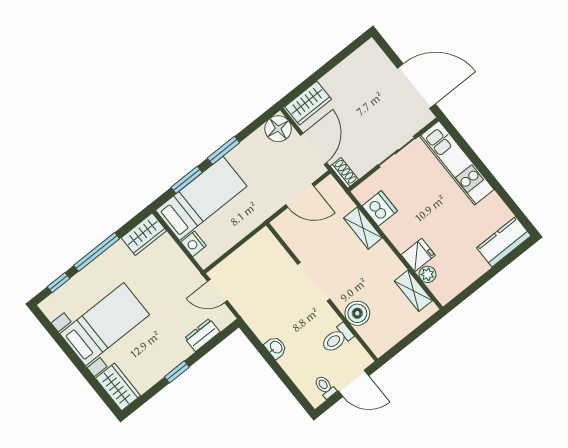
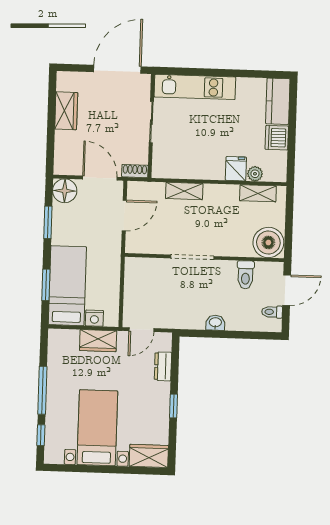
wardrobe: (308, 103) -> (66, 111), moved
window: (223, 150) -> (48, 222), moved
dishwasher: (380, 208) -> (277, 138), moved, turned -90
wardrobe: (144, 234) -> (98, 341), moved, turned 90
boiler: (357, 313) -> (268, 242), moved, width x1.37, depth x1.37

